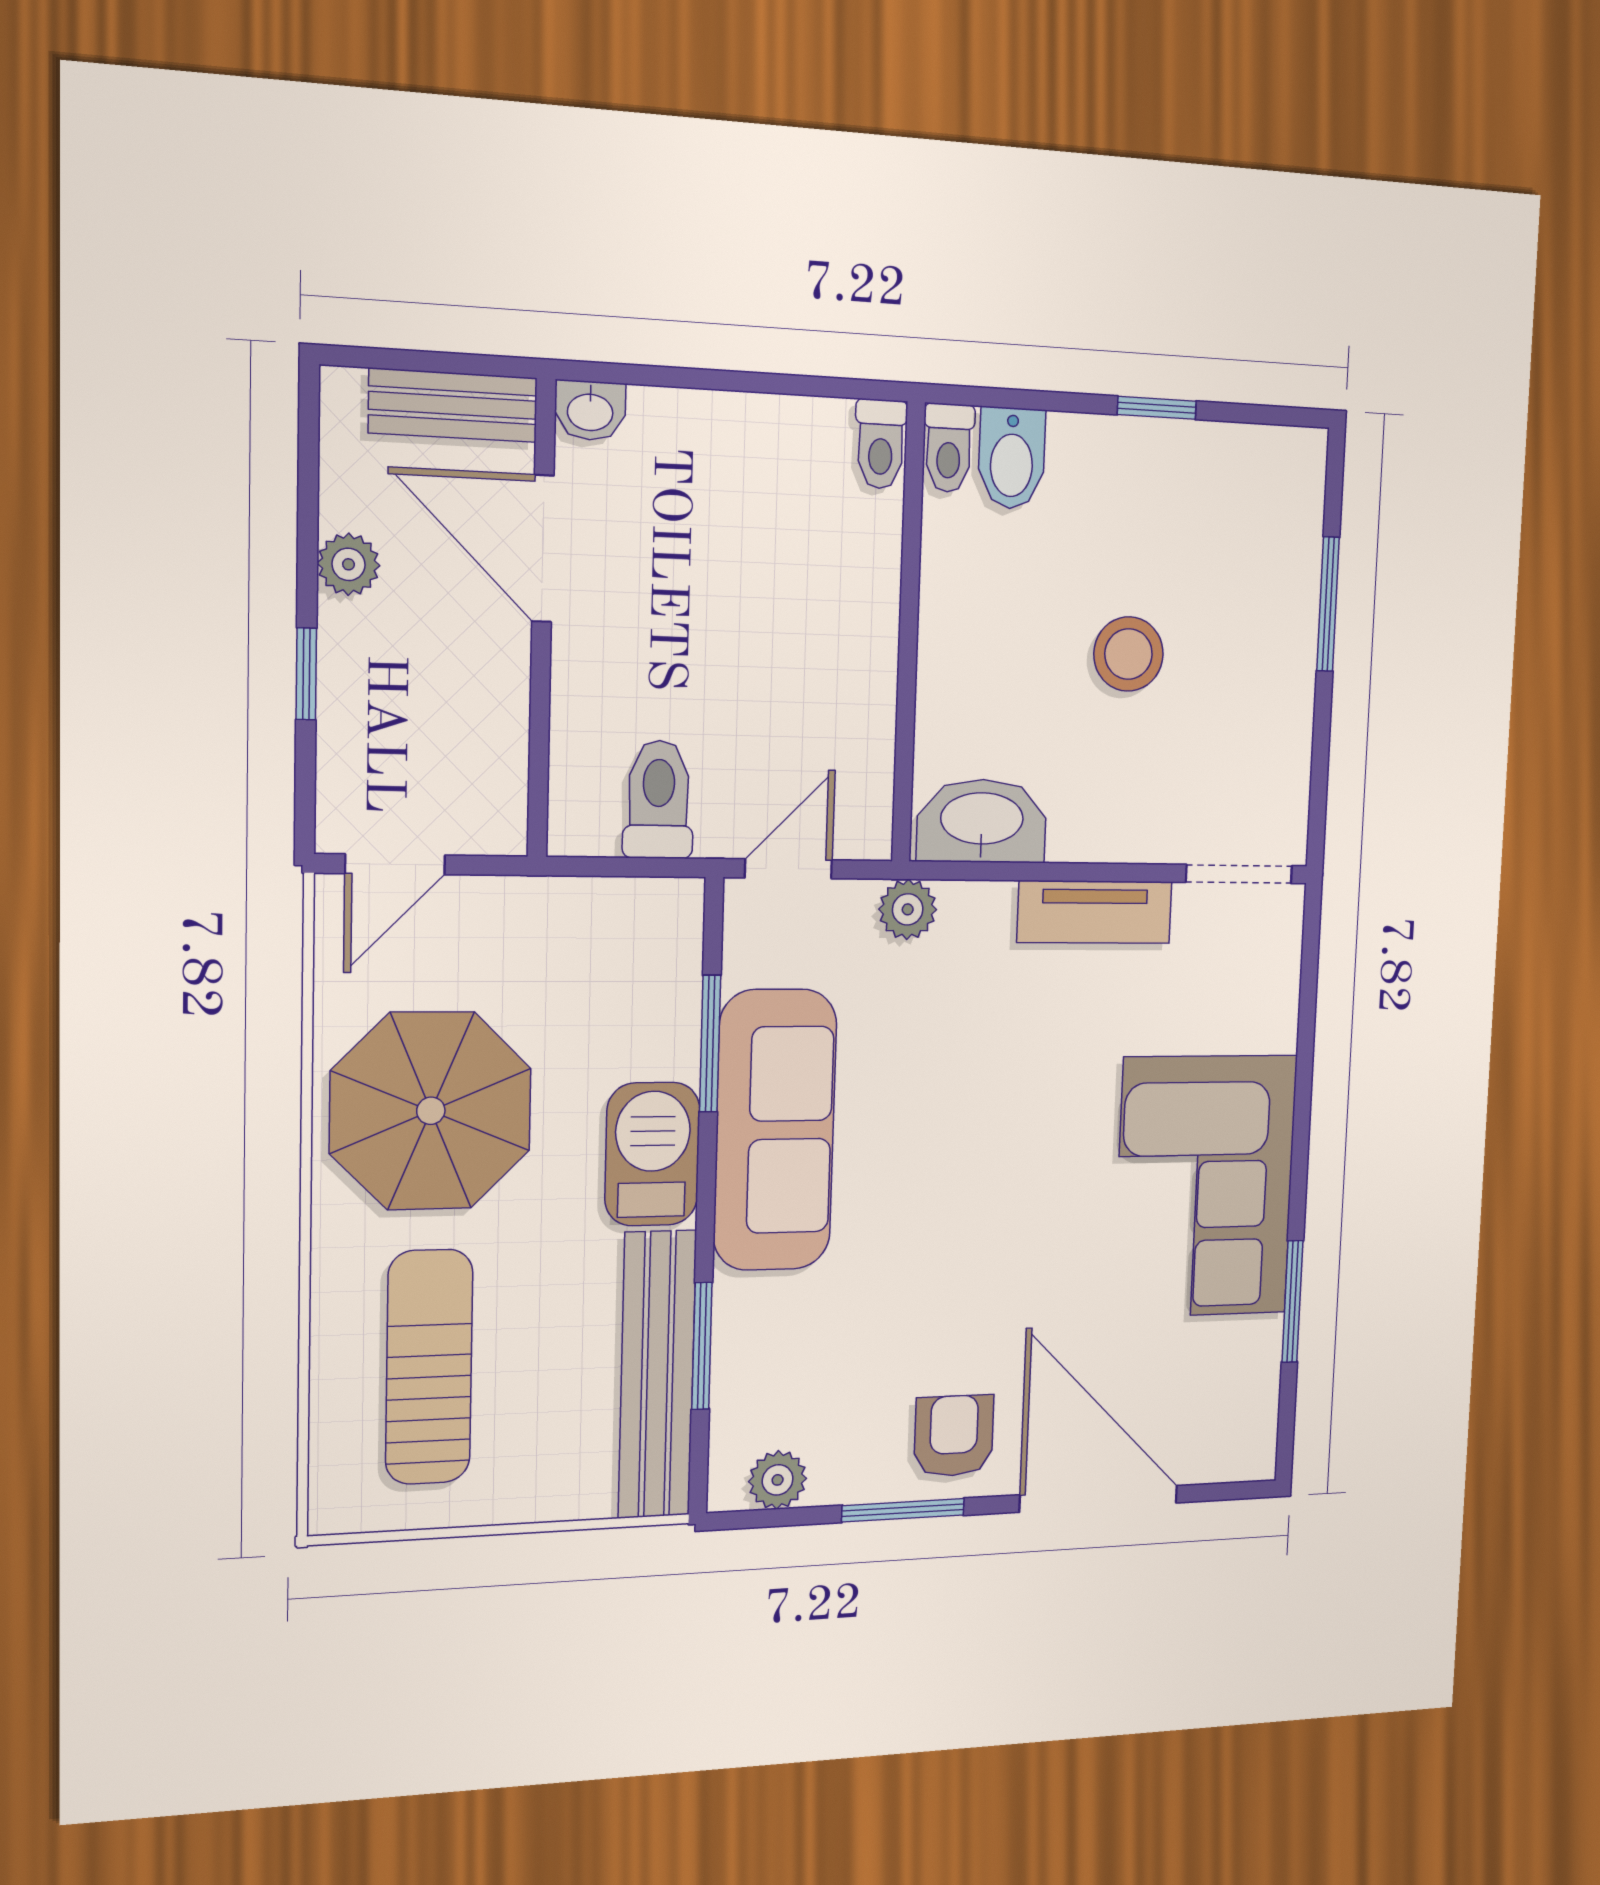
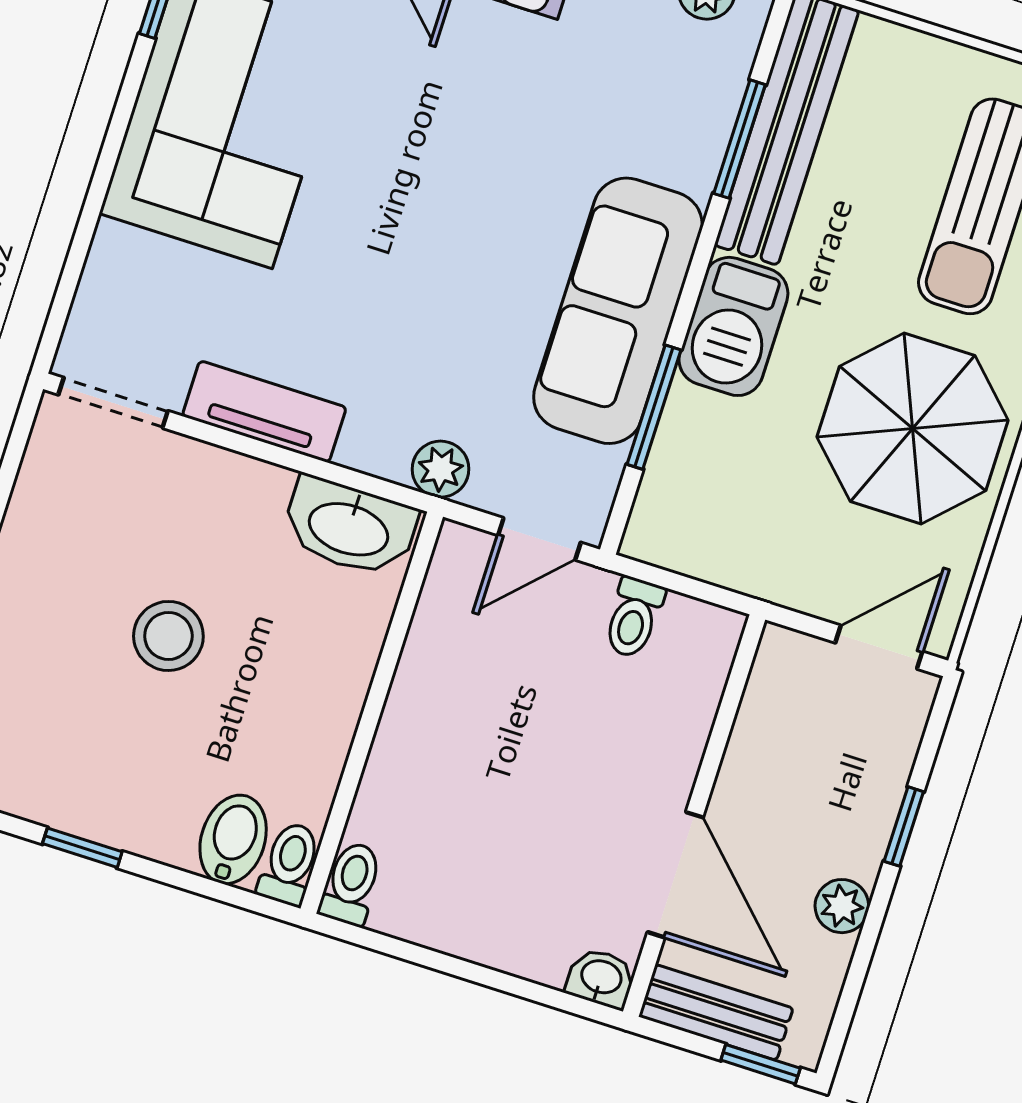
window: (386, 359) -> (761, 1064), added
toilet: (659, 799) -> (634, 618), width x0.73, depth x0.72

